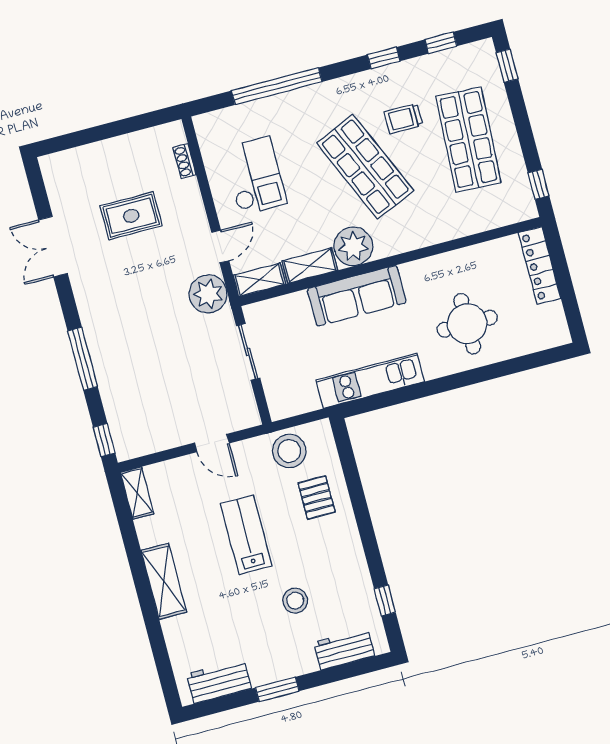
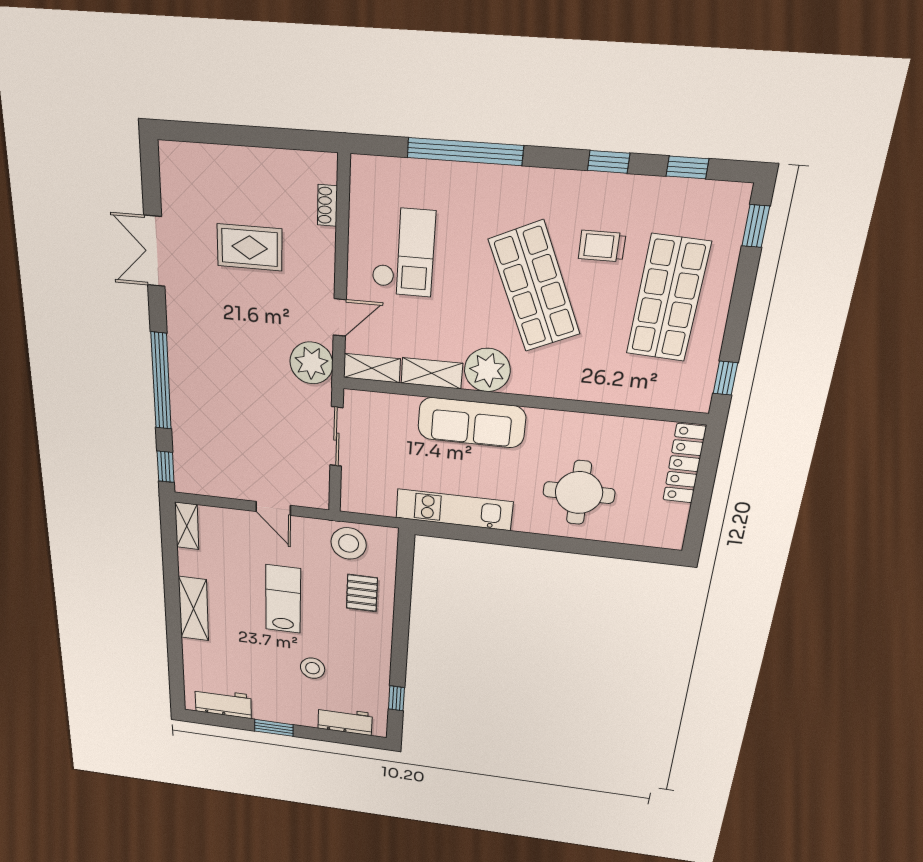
window: (83, 359) -> (161, 381), width x1.46

